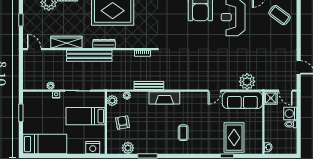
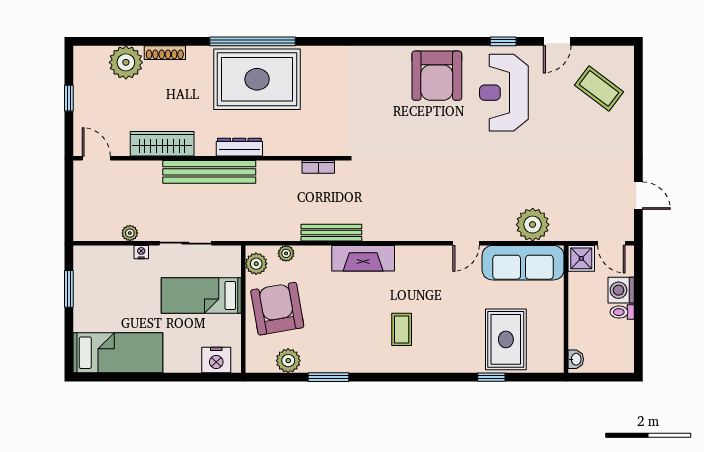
armchair: (123, 123) -> (277, 309), width x1.88, depth x1.88

